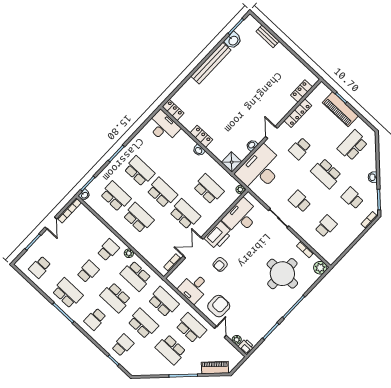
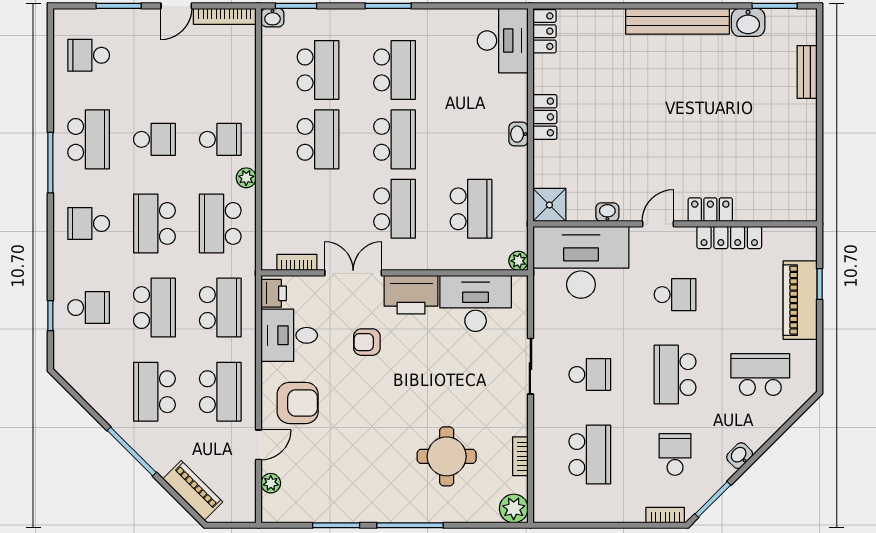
locker: (301, 91) -> (710, 210), moved
school desk: (300, 149) -> (675, 295), turned 180
school desk: (300, 201) -> (590, 375), turned 90
school desk: (326, 226) -> (590, 455), width x1.85
round table: (282, 274) -> (447, 456), width x0.73, depth x0.73
printer: (246, 347) -> (274, 293), moved

